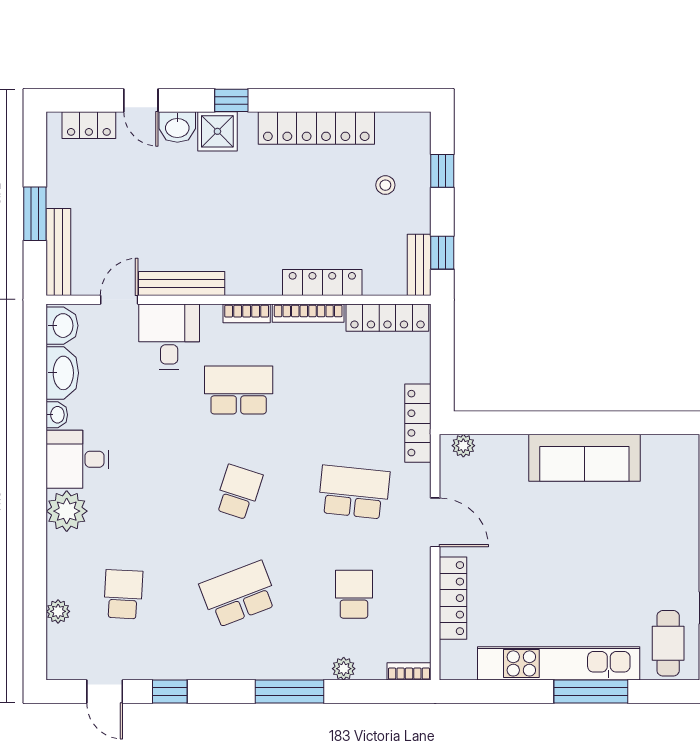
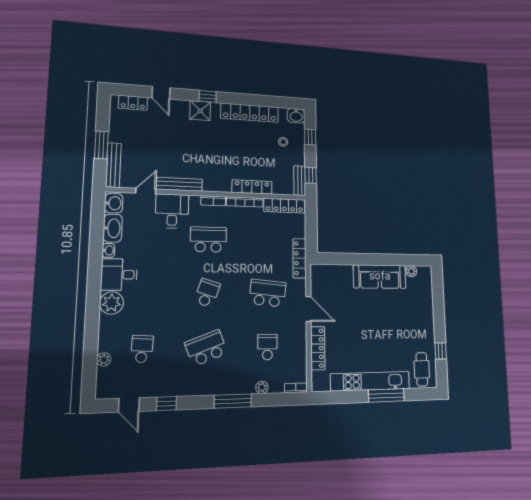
washbasin: (177, 127) -> (296, 116), moved
plant: (463, 446) -> (411, 271), moved

